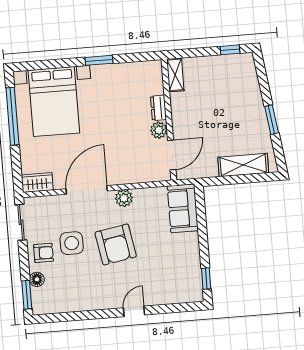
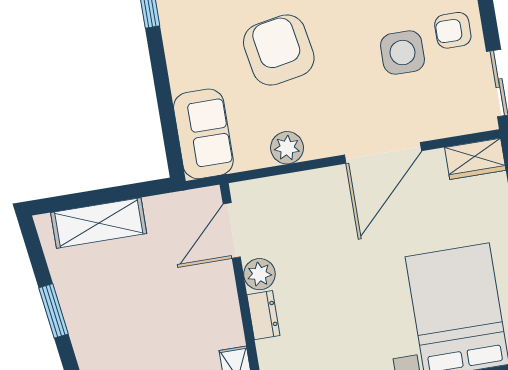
plant: (124, 198) -> (287, 148), moved
armchair: (116, 244) -> (279, 50), moved

